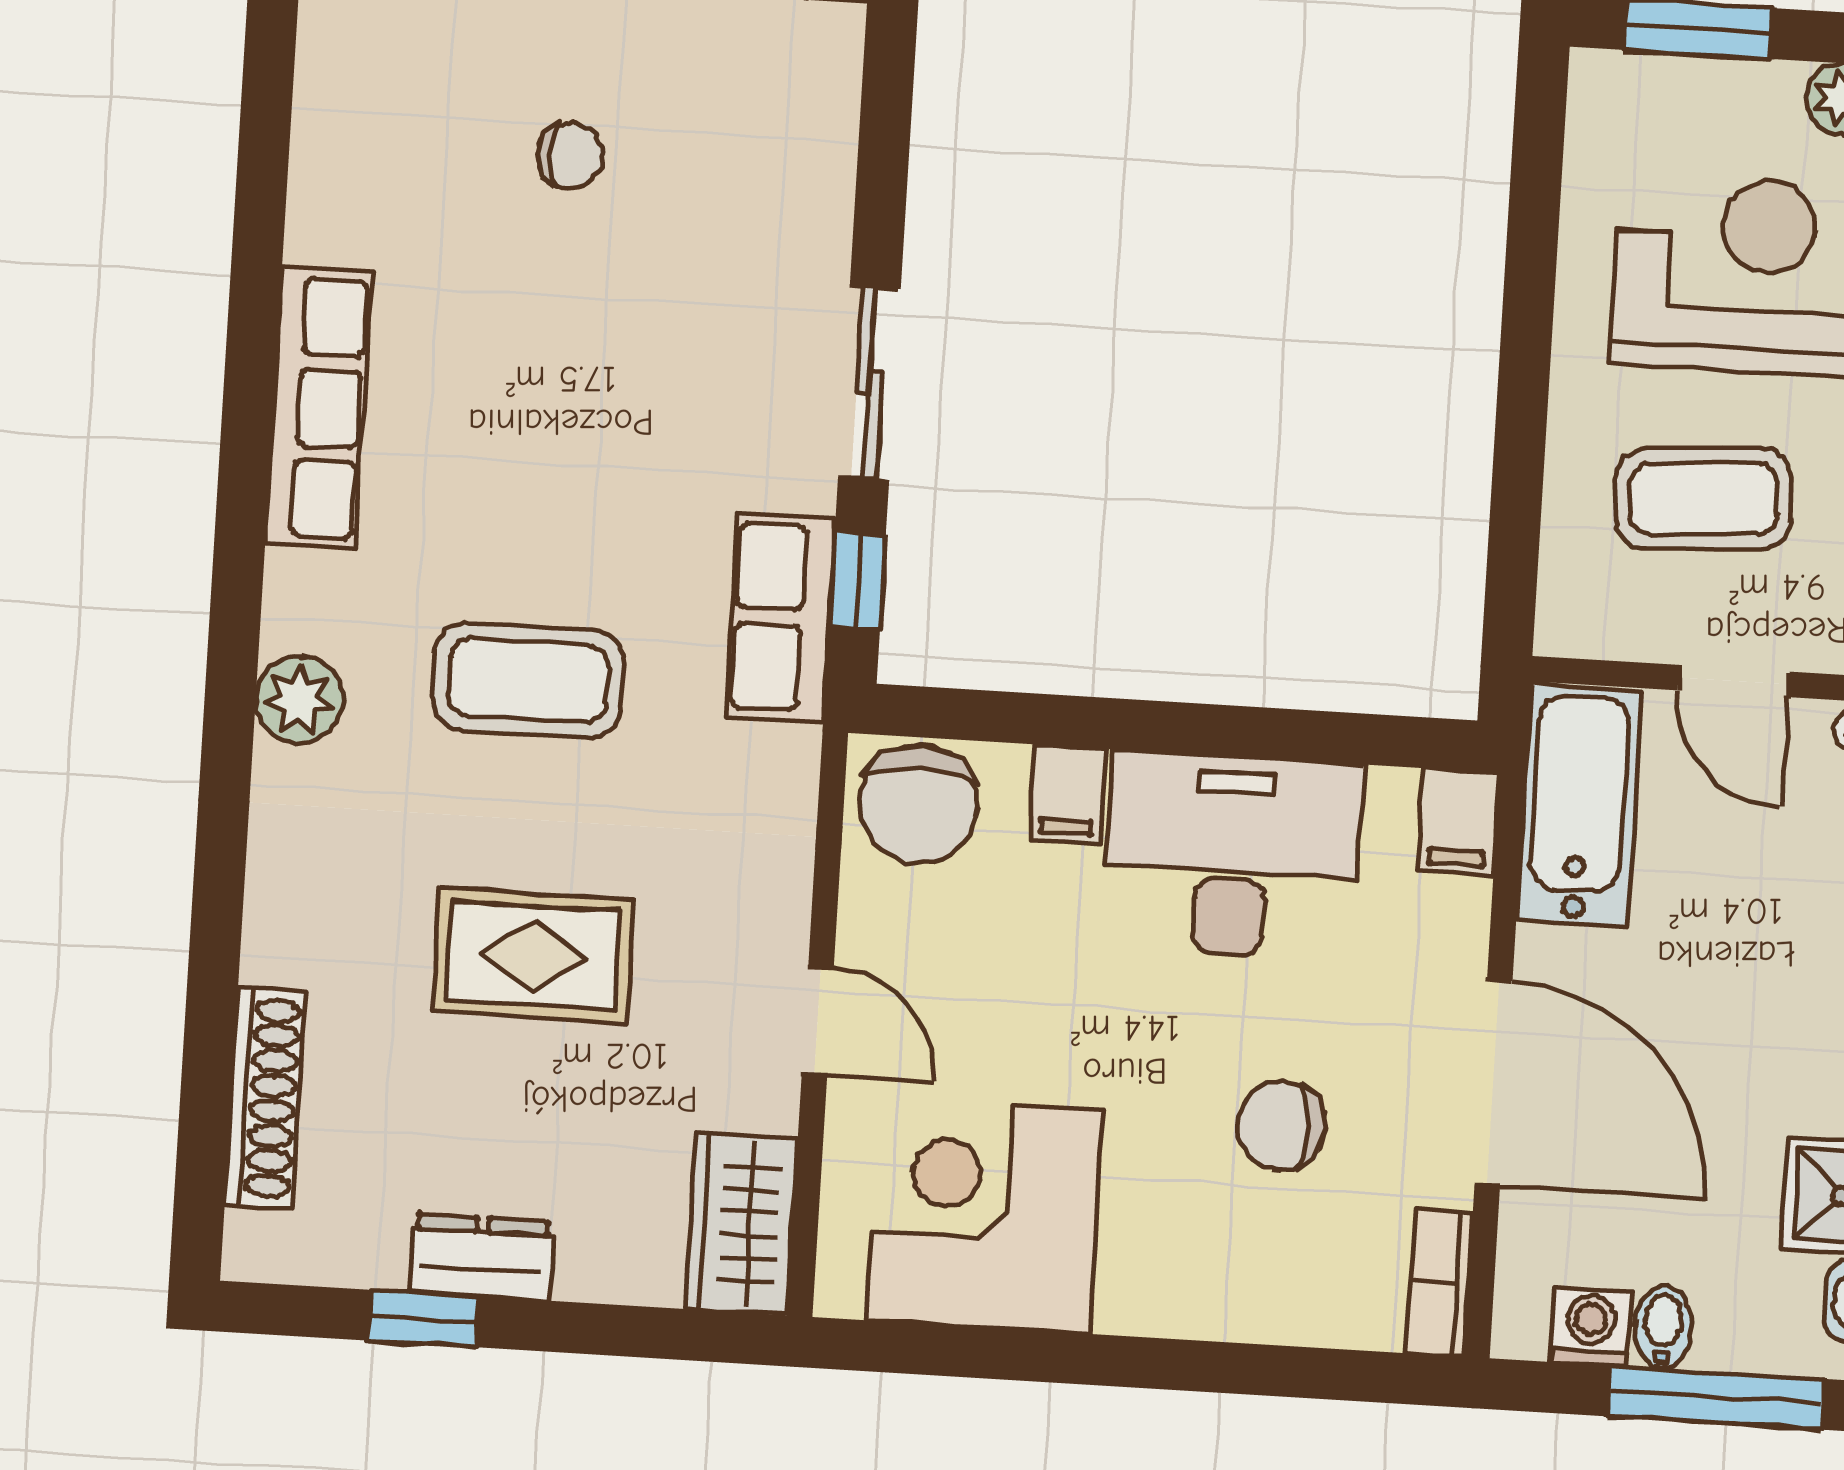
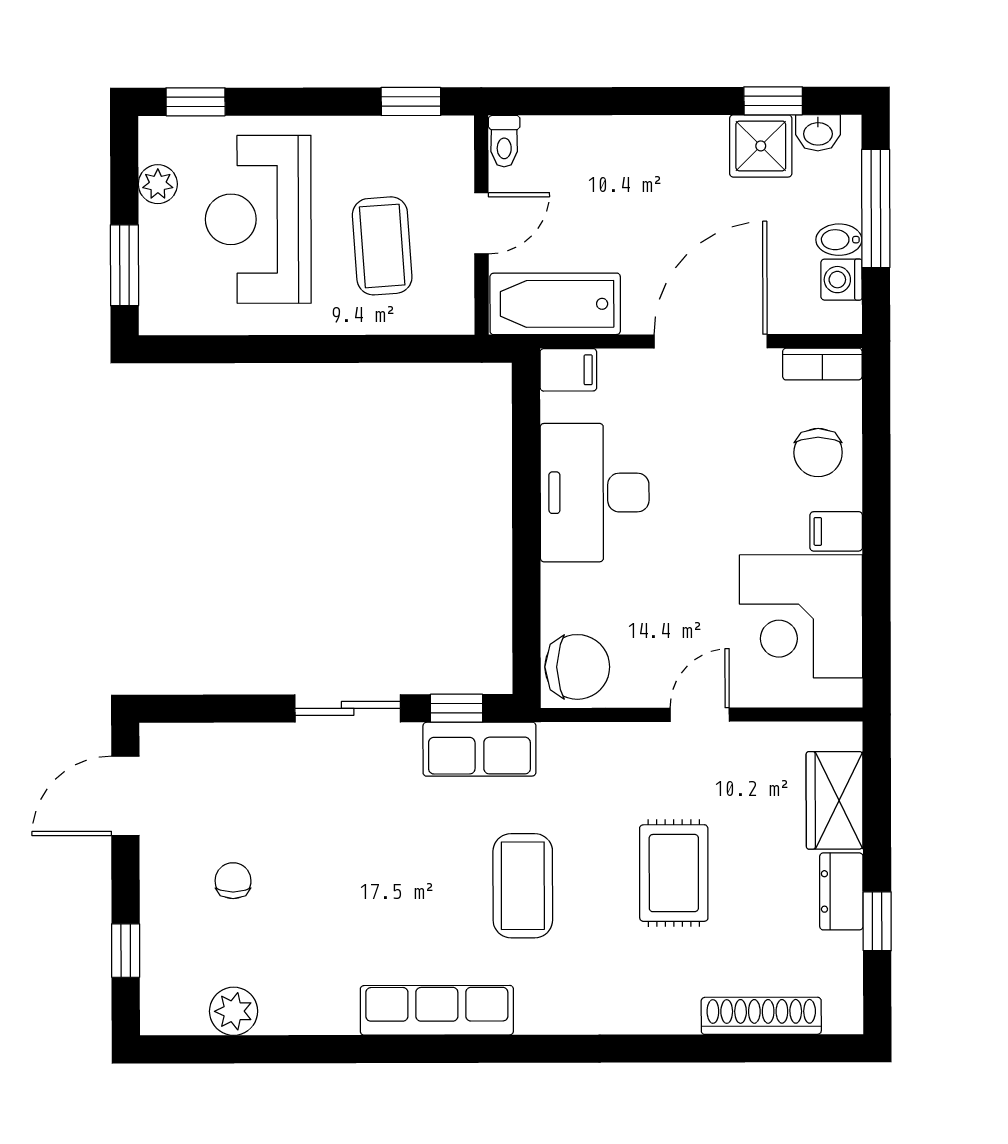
row of seats: (318, 408) -> (437, 1010), moved
plant: (299, 699) -> (234, 1011), moved
filing cabinet: (1068, 794) -> (836, 531), moved, turned 180
chair: (1281, 1126) -> (818, 453), moved
wardrobe: (741, 1224) -> (835, 800), moved, turned 90

